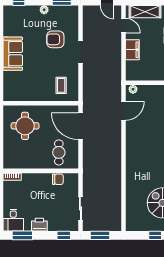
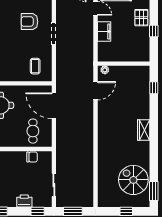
printer: (39, 225) -> (24, 201), moved

